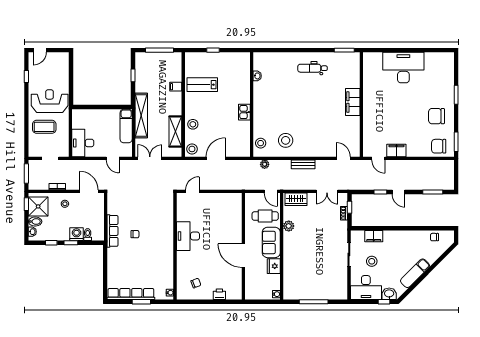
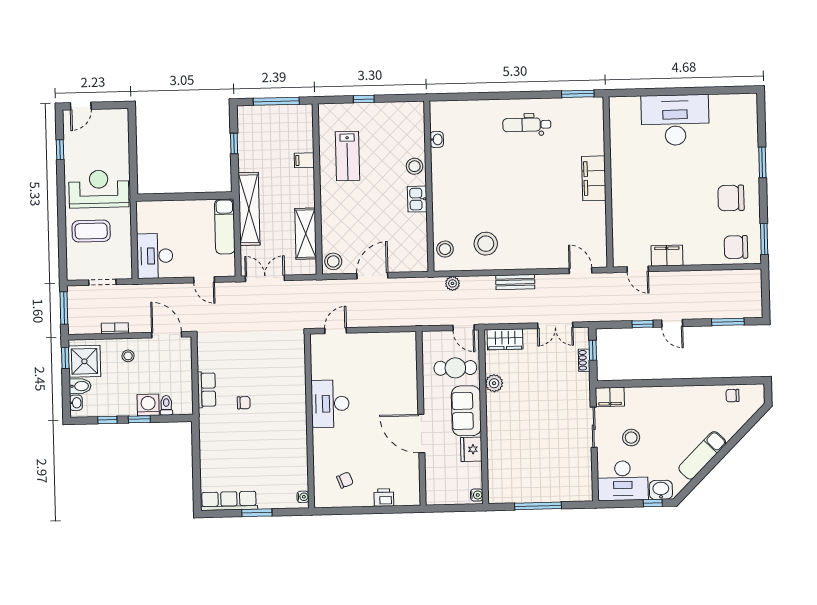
lab bench: (202, 85) -> (347, 156), turned -90
stool: (193, 124) -> (415, 166), moved
row of seats: (112, 231) -> (207, 390), width x0.68
filing cabinet: (374, 236) -> (610, 397), moved
row of seats: (131, 294) -> (229, 501), width x0.73

